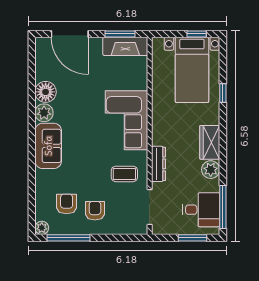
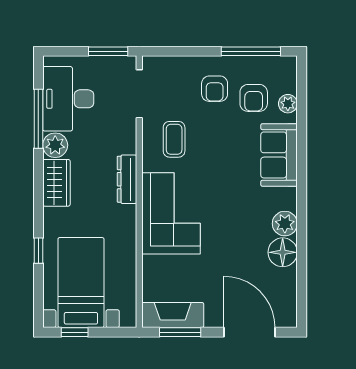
sofa: (48, 146) -> (279, 155), moved
dresser: (159, 164) -> (127, 179), moved
coffee table: (124, 174) -> (174, 139), turned 90
window: (223, 207) -> (38, 119), moved
desk: (201, 210) -> (68, 99), width x1.37
plant: (42, 228) -> (288, 104), moved
window: (192, 238) -> (108, 51), moved

